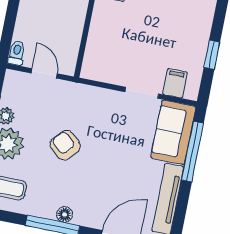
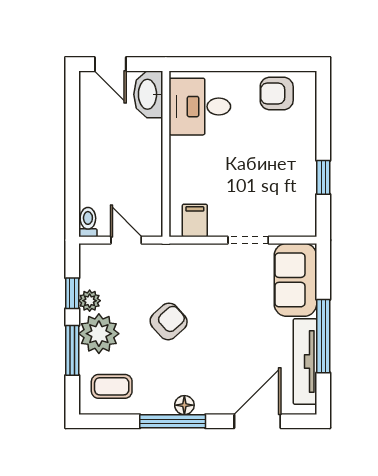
filing cabinet: (175, 83) -> (195, 220), moved
armchair: (65, 145) -> (169, 321), turned 96
window: (192, 152) -> (323, 336), moved

